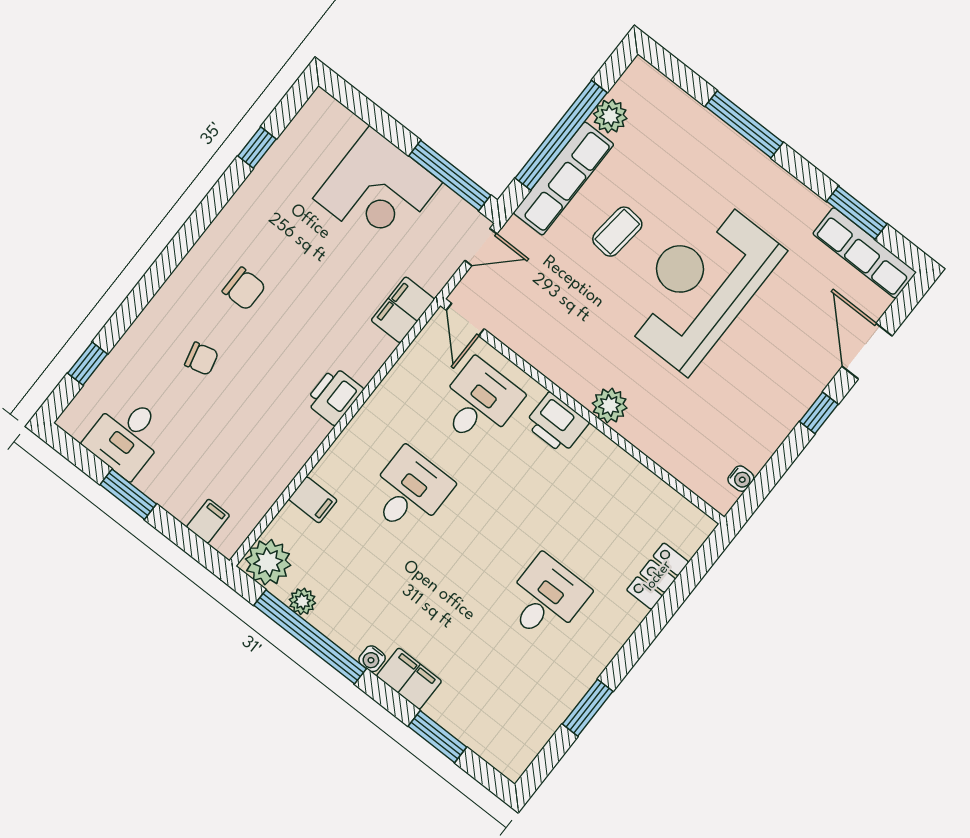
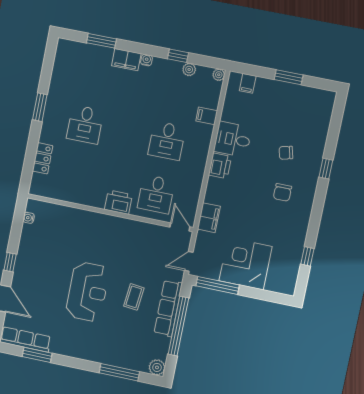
plant: (610, 116) -> (157, 367), moved
window: (744, 124) -> (119, 372), moved
reception desk: (700, 285) -> (87, 292), width x0.74, depth x0.77
chair: (244, 289) -> (282, 192), turned -90
window: (88, 364) -> (326, 169), moved
plant: (610, 406) -> (100, 221), removed
desk: (126, 436) -> (233, 139), moved, turned -90
plant: (268, 562) -> (219, 75), width x0.53, depth x0.53
window: (310, 637) -> (178, 56), width x0.32
window: (588, 708) -> (40, 107), moved

